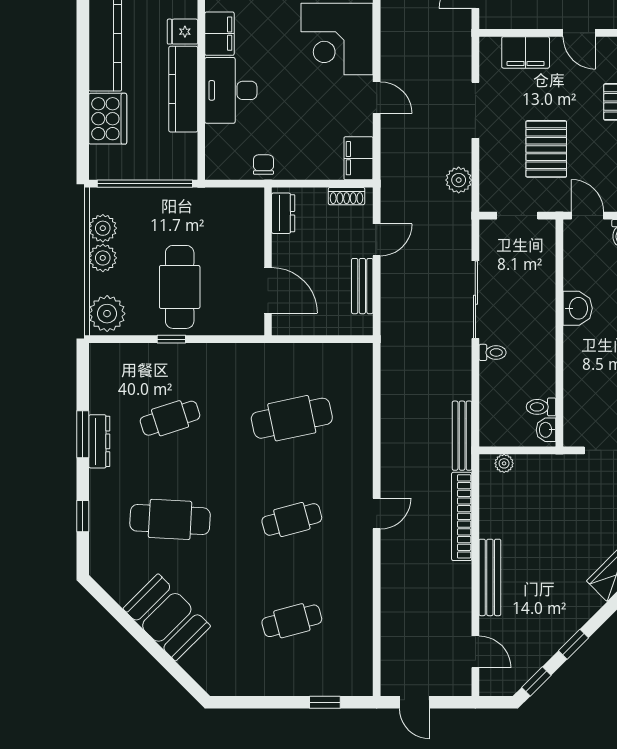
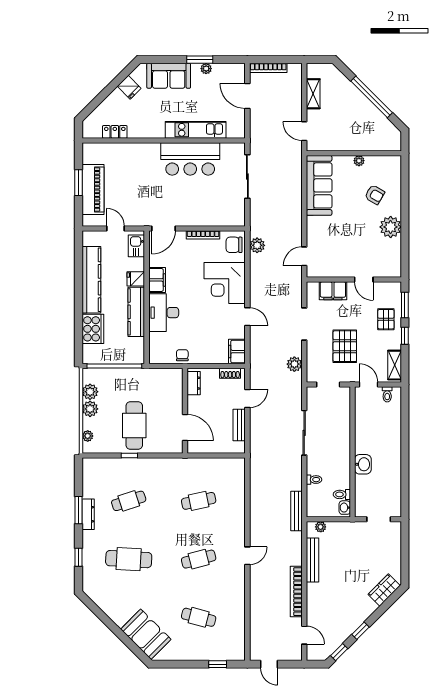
washbasin: (578, 308) -> (363, 464), moved
plant: (107, 314) -> (88, 436), width x0.53, depth x0.53
toilet: (493, 352) -> (314, 480), moved
cafe table: (292, 418) -> (199, 501), width x0.73, depth x0.74
bookcase: (462, 516) -> (296, 592), moved
bench: (490, 577) -> (312, 560), moved
booth: (167, 617) -> (146, 634), moved
cafe table: (292, 621) -> (199, 617), turned 30

